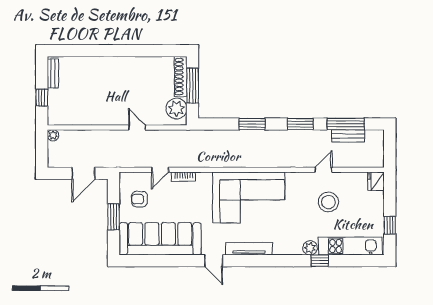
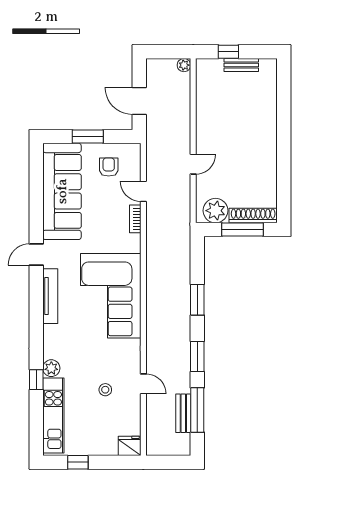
bench: (53, 73) -> (241, 65), moved
stool: (328, 202) -> (105, 390), width x0.53, depth x0.53

